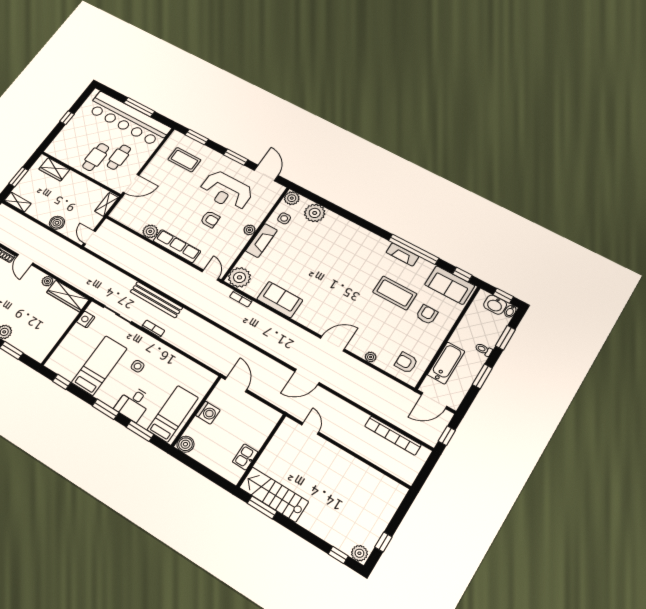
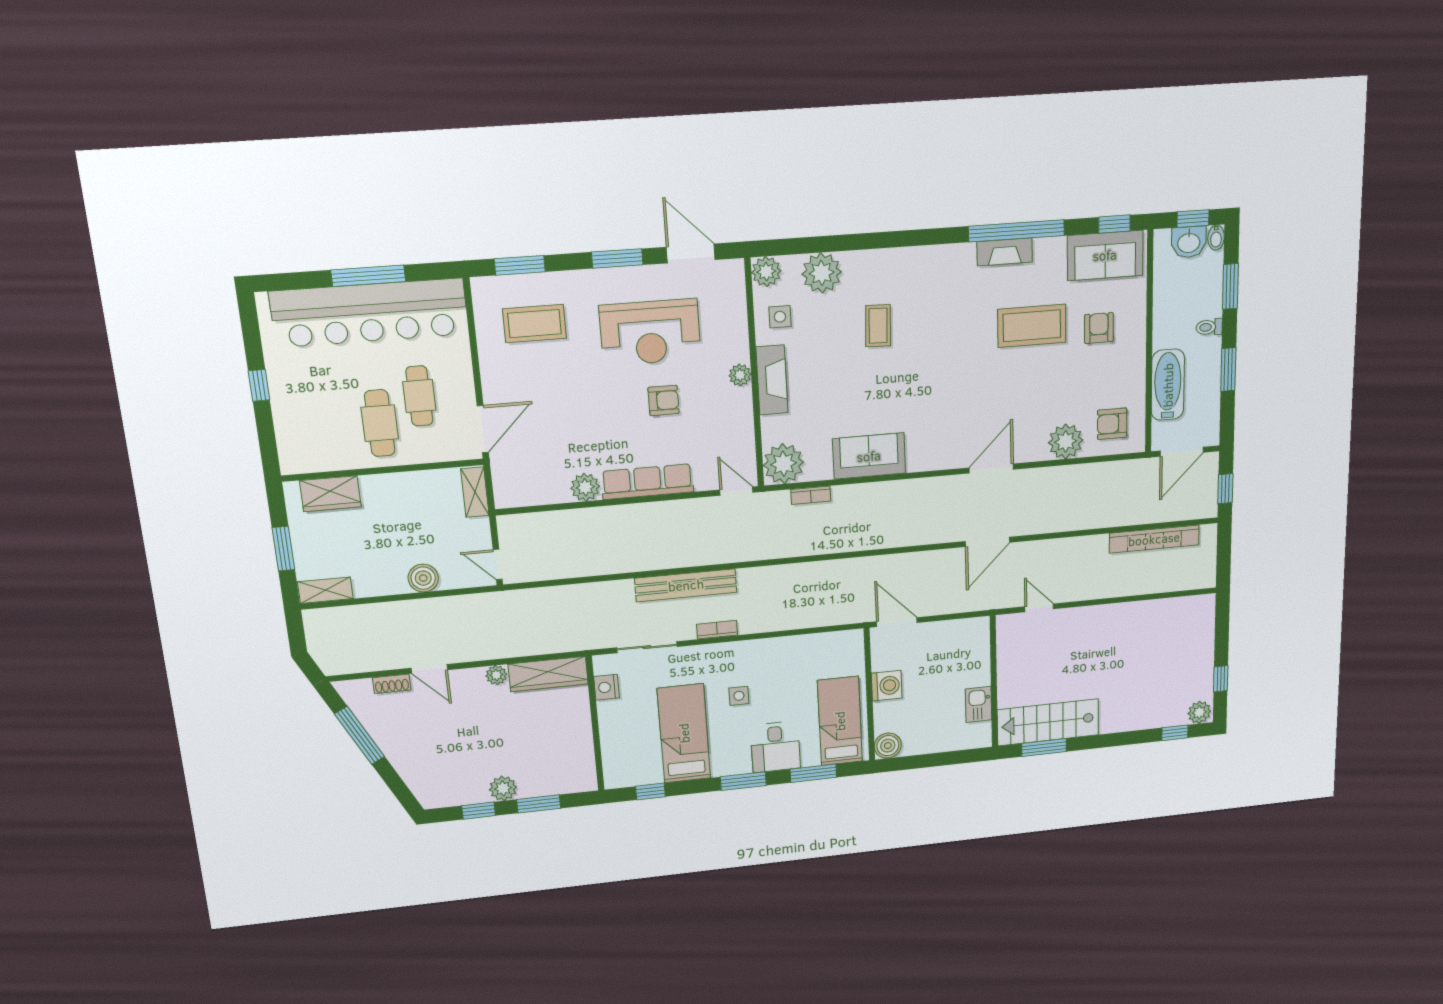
coffee table: (324, 248) -> (878, 326), added
plant: (371, 357) -> (1066, 441), width x1.88, depth x1.88

